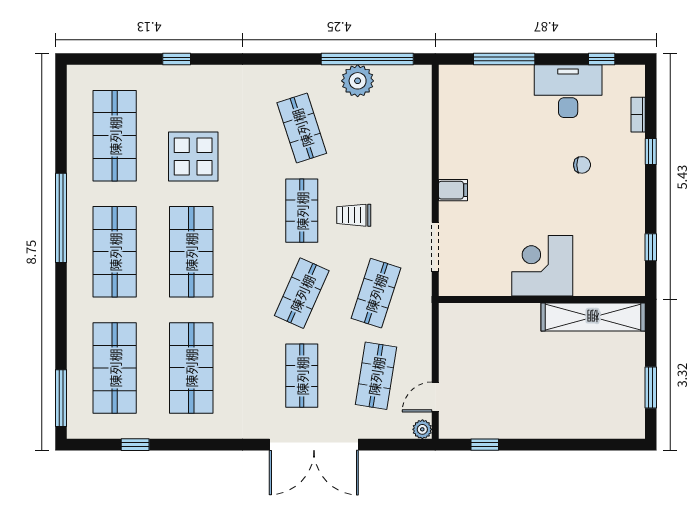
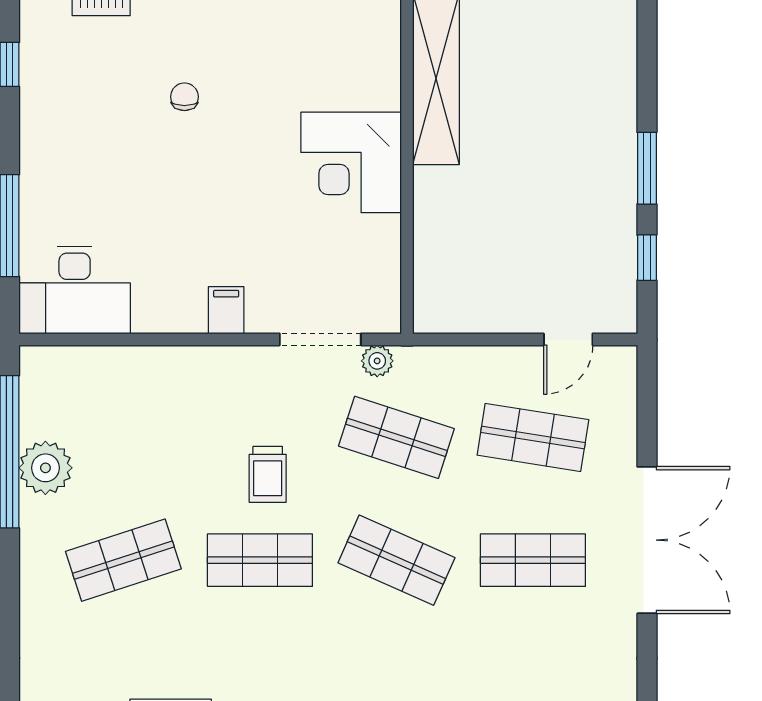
desk: (568, 91) -> (75, 290), moved, turned -90
door: (435, 397) -> (568, 339), hinge flipped
plant: (422, 429) -> (377, 361), moved
window: (539, 445) -> (647, 168), added

